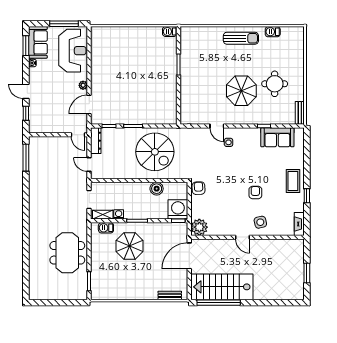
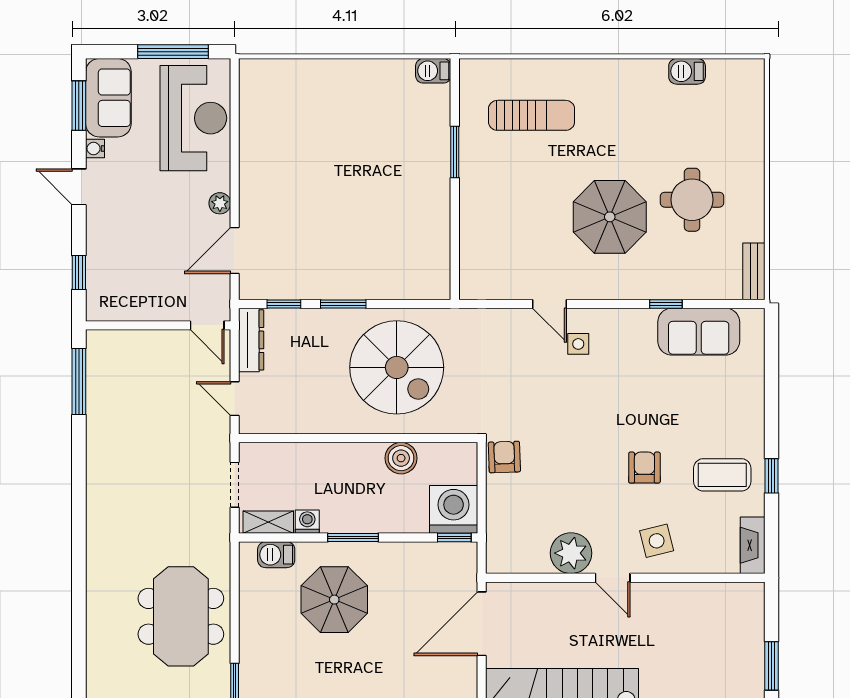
sun lounger: (241, 38) -> (532, 115), moved
door: (26, 91) -> (79, 187), moved
coffee table: (293, 181) -> (722, 475), moved, turned 90
plant: (199, 227) -> (571, 553), moved

